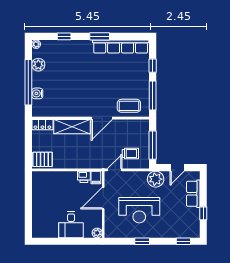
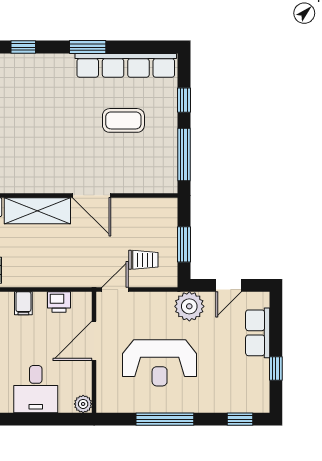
coffee table: (129, 106) -> (123, 120), moved
door: (102, 118) -> (92, 195), hinge flipped
window: (153, 145) -> (184, 244), width x0.69
filing cabinet: (96, 177) -> (23, 303), moved
window: (142, 241) -> (165, 419), width x2.17

